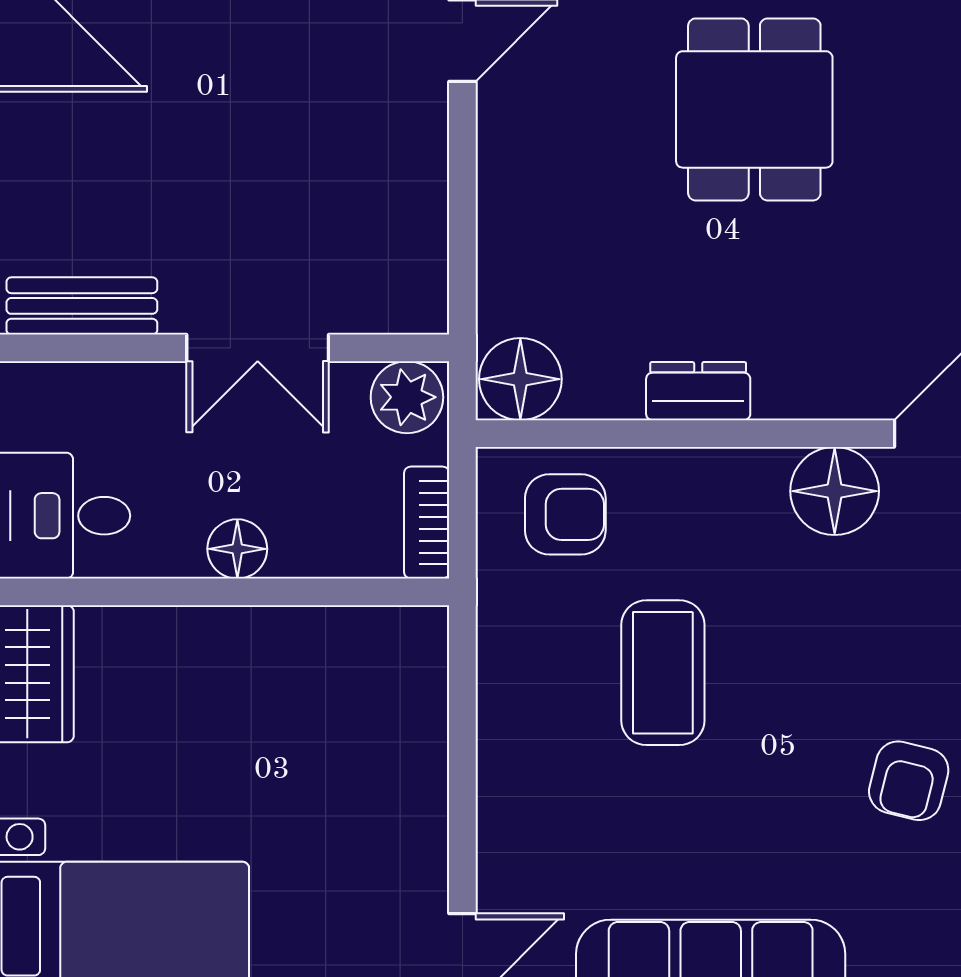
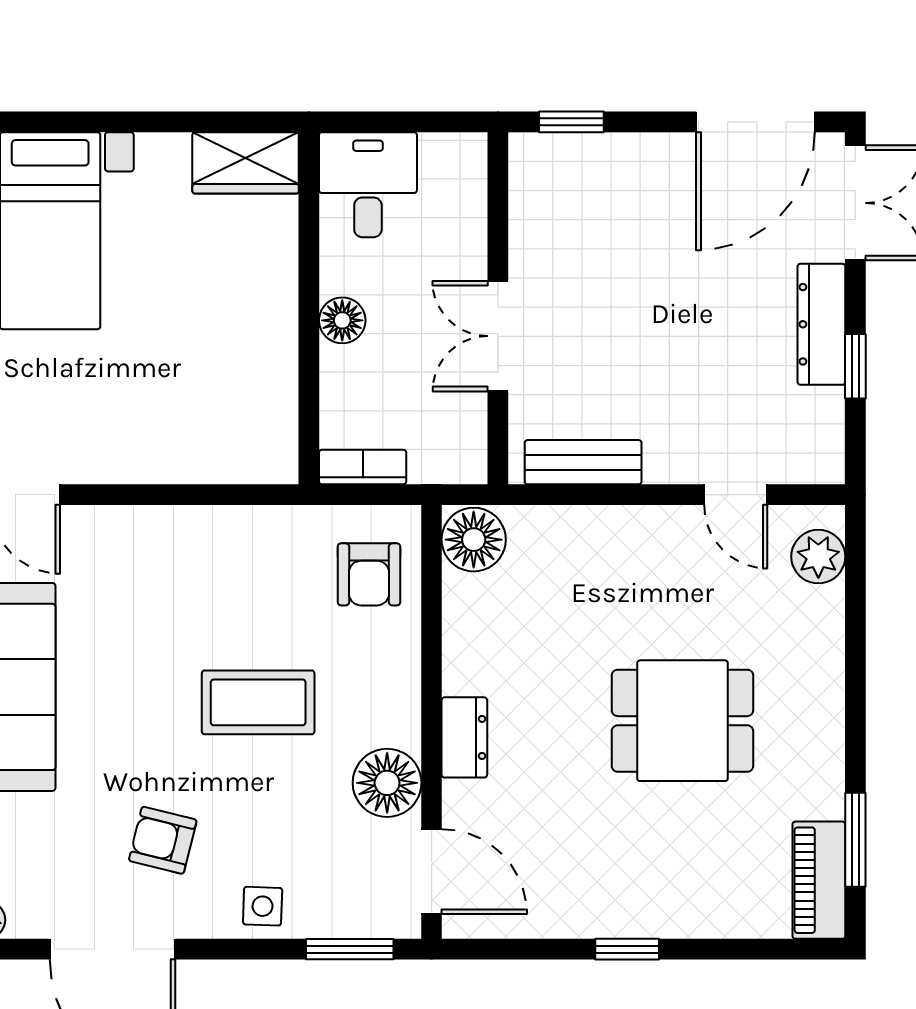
bench: (82, 306) -> (583, 462), moved, turned 90
dresser: (698, 391) -> (464, 737), moved
plant: (407, 397) -> (460, 452), removed
coffee table: (663, 673) -> (258, 702), moved

